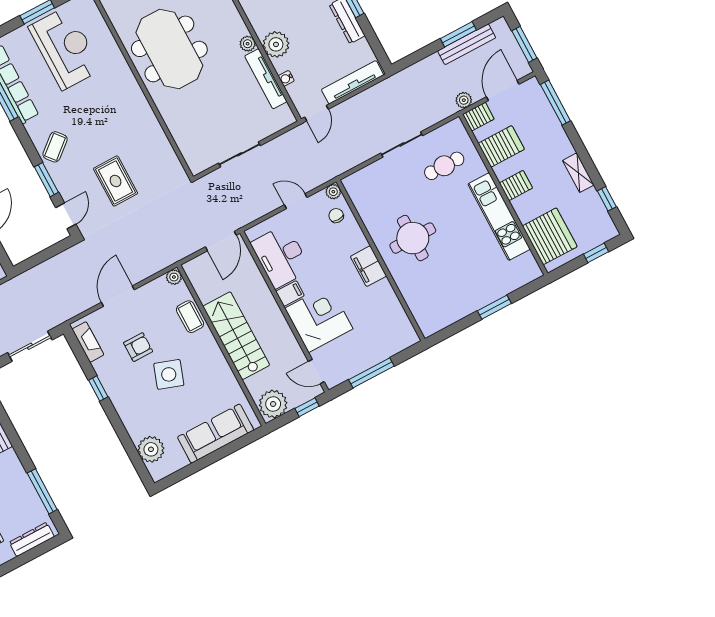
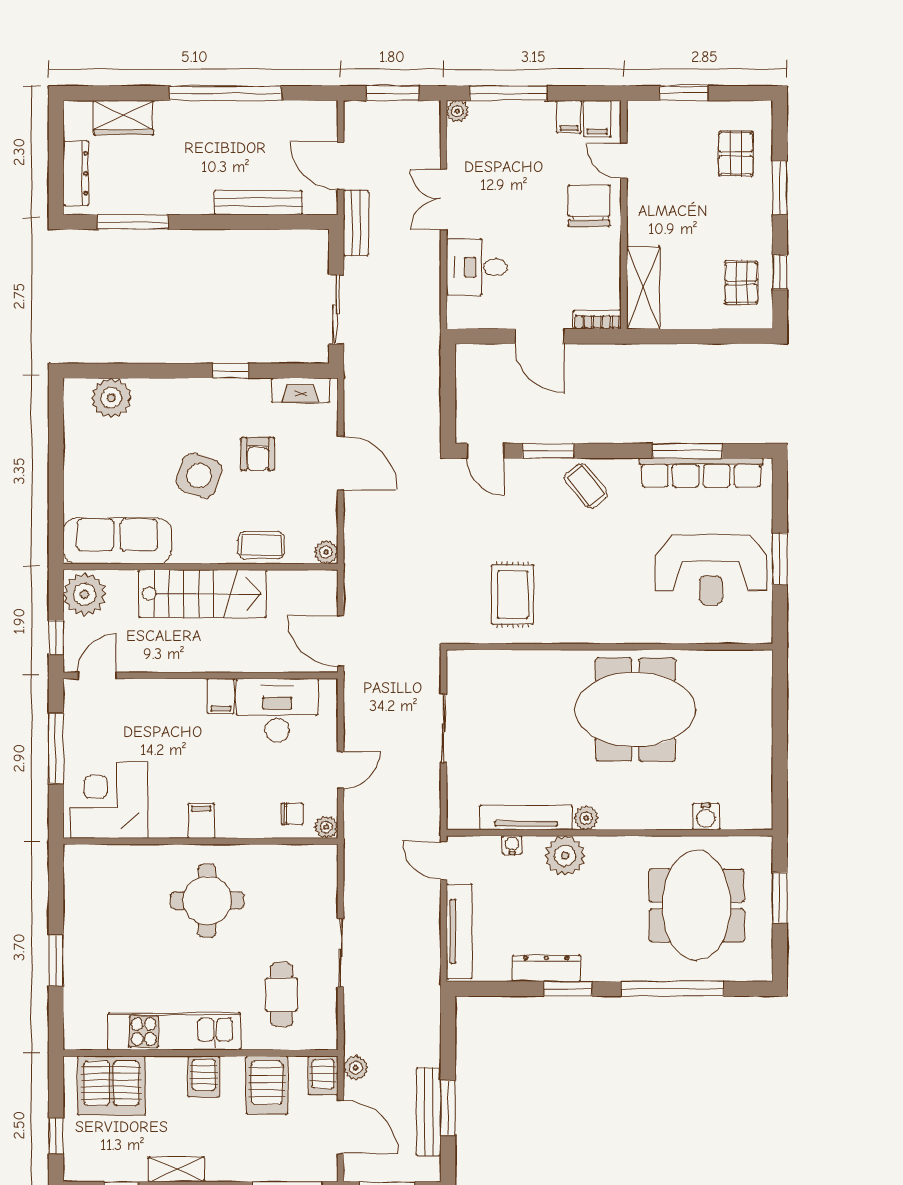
rug: (116, 181) -> (513, 595), moved, turned 90
filing cabinet: (368, 266) -> (201, 821), width x0.50
corner desk: (319, 318) -> (109, 800), moved, turned 180
sofa: (216, 434) -> (117, 541), moved, turned -90

